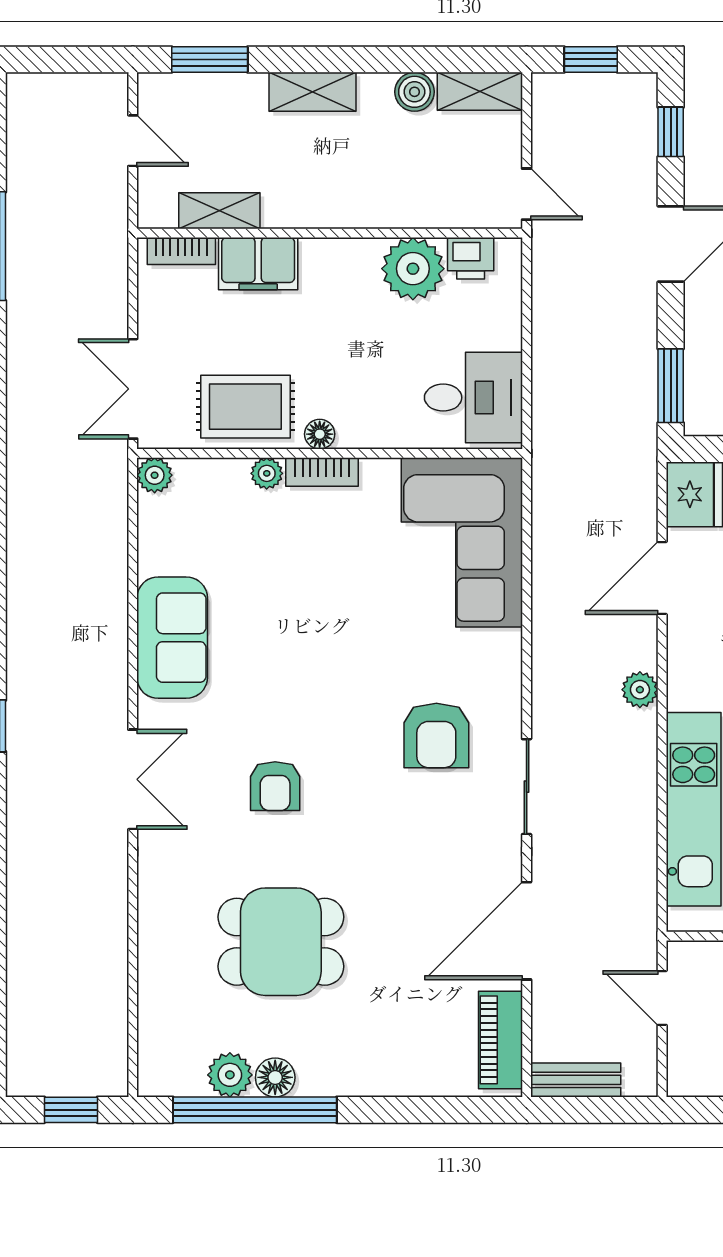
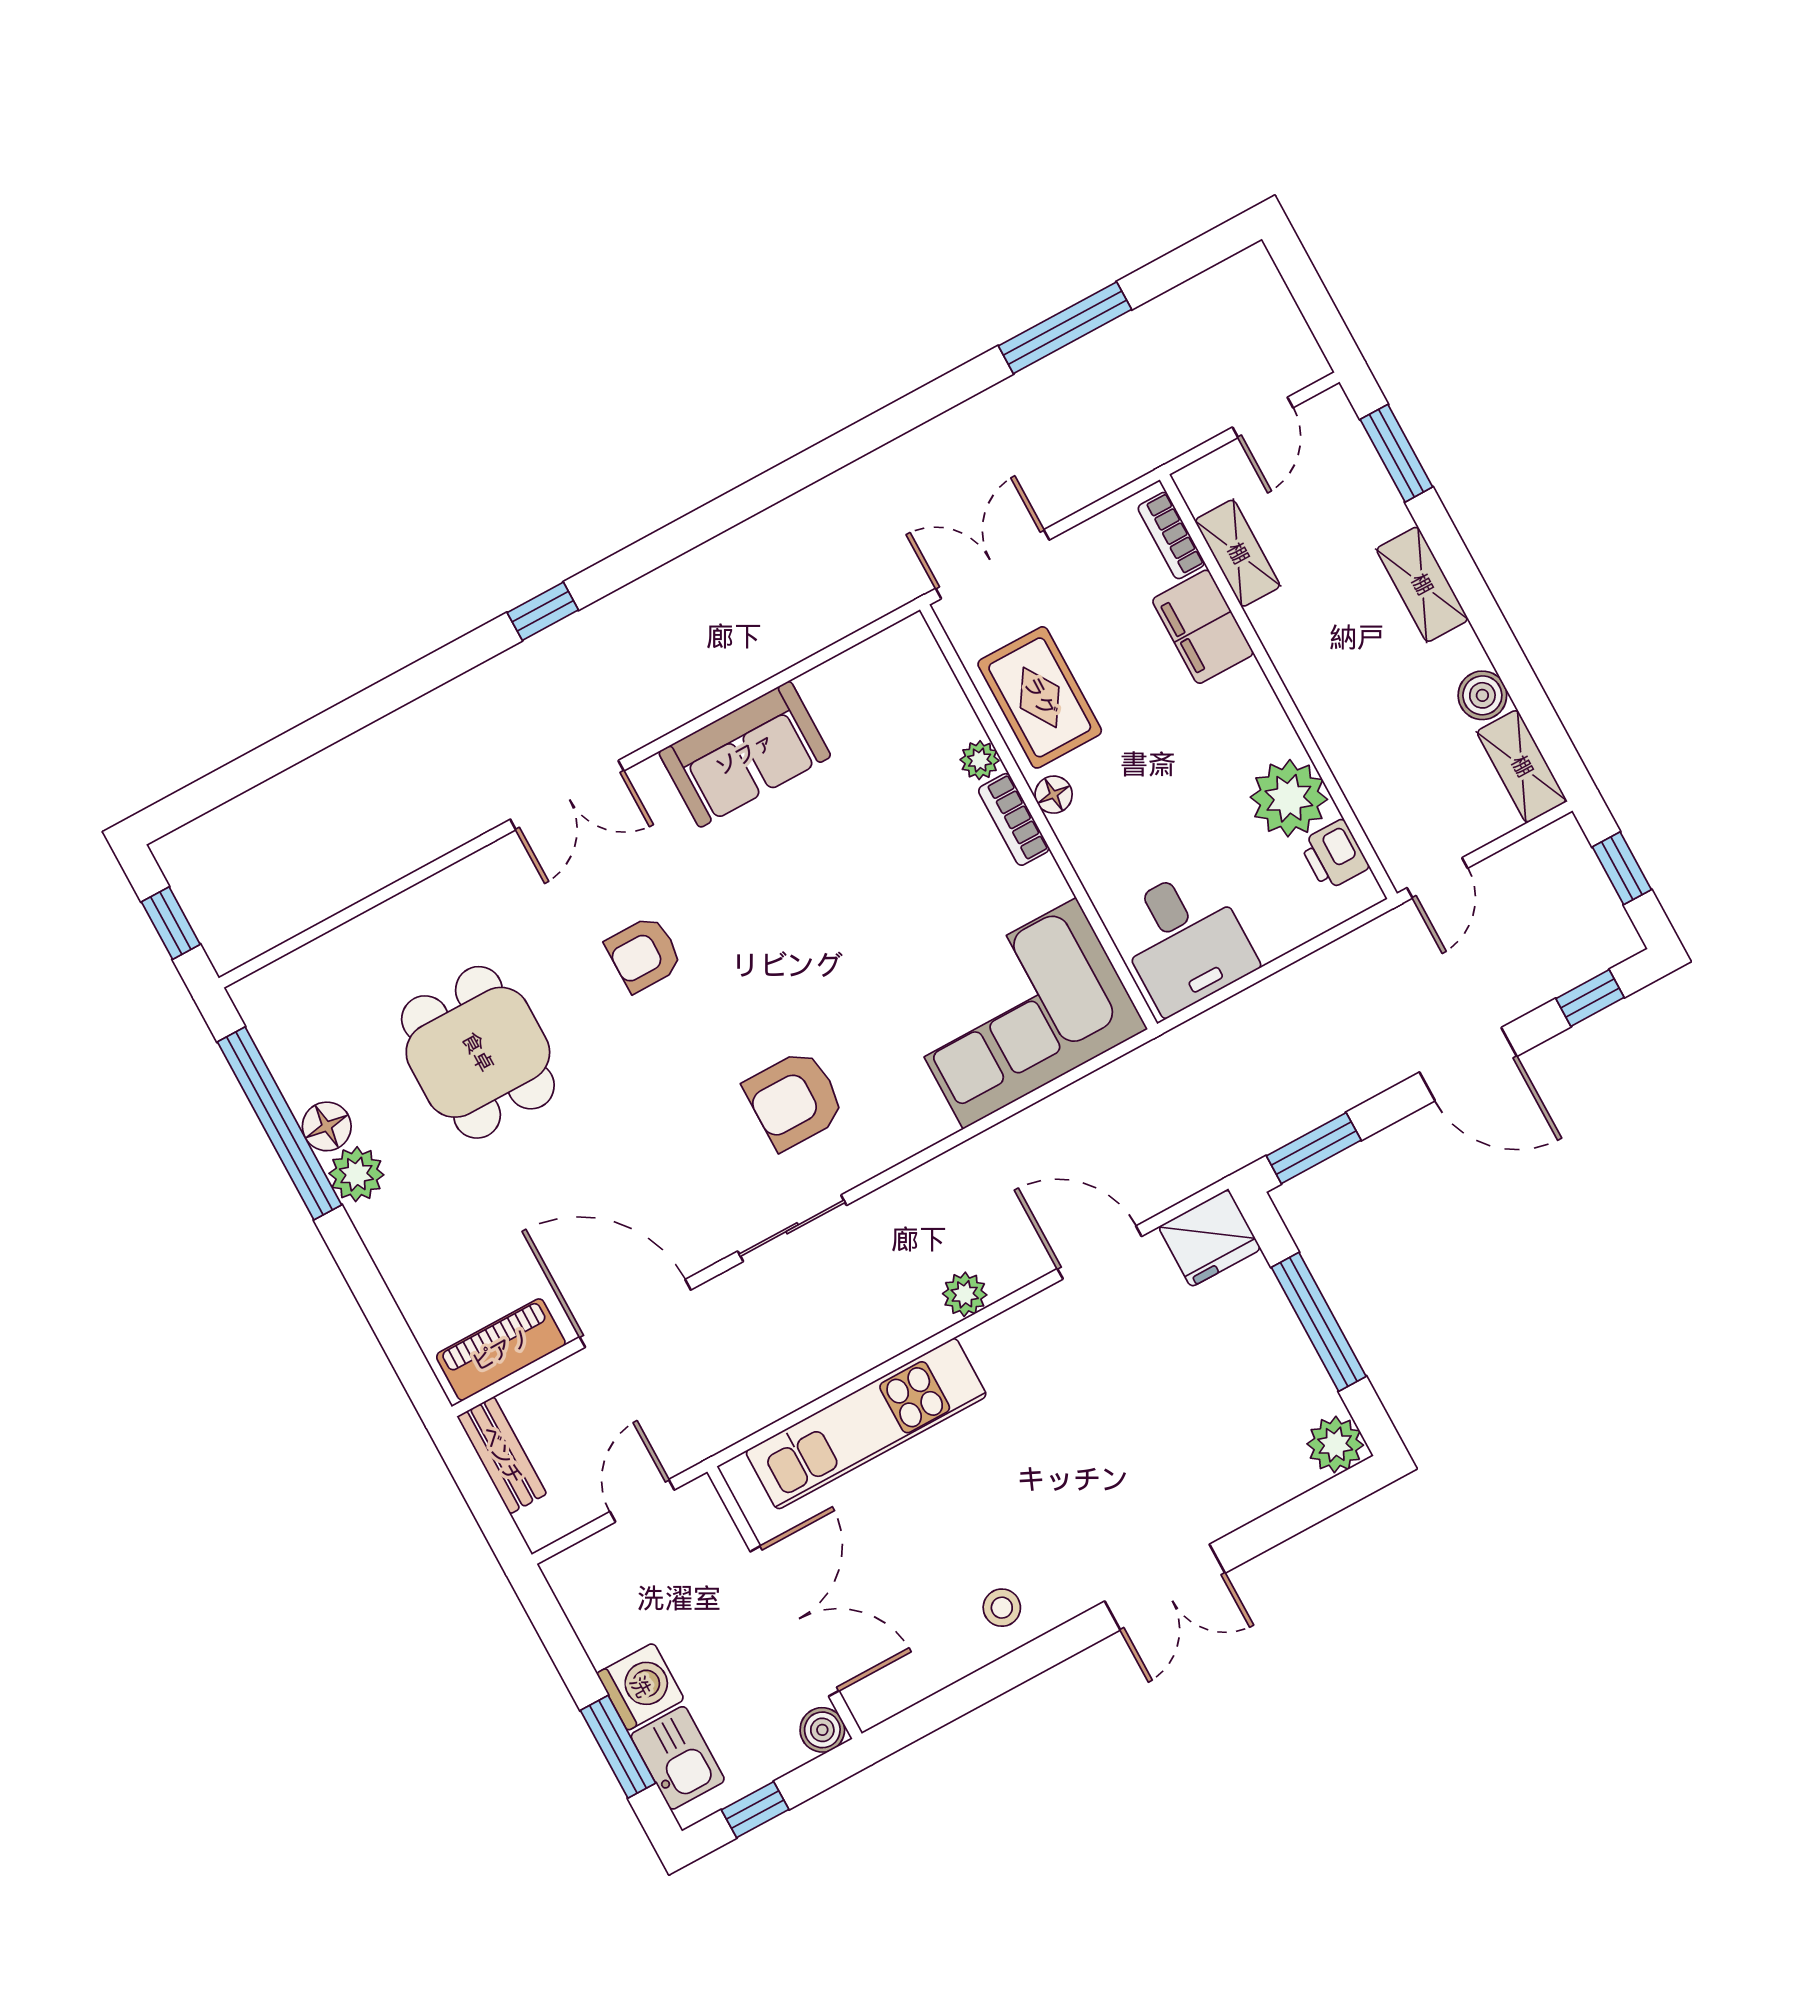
plant: (155, 475) -> (911, 639), removed
plant: (230, 1075) -> (356, 1174), moved

